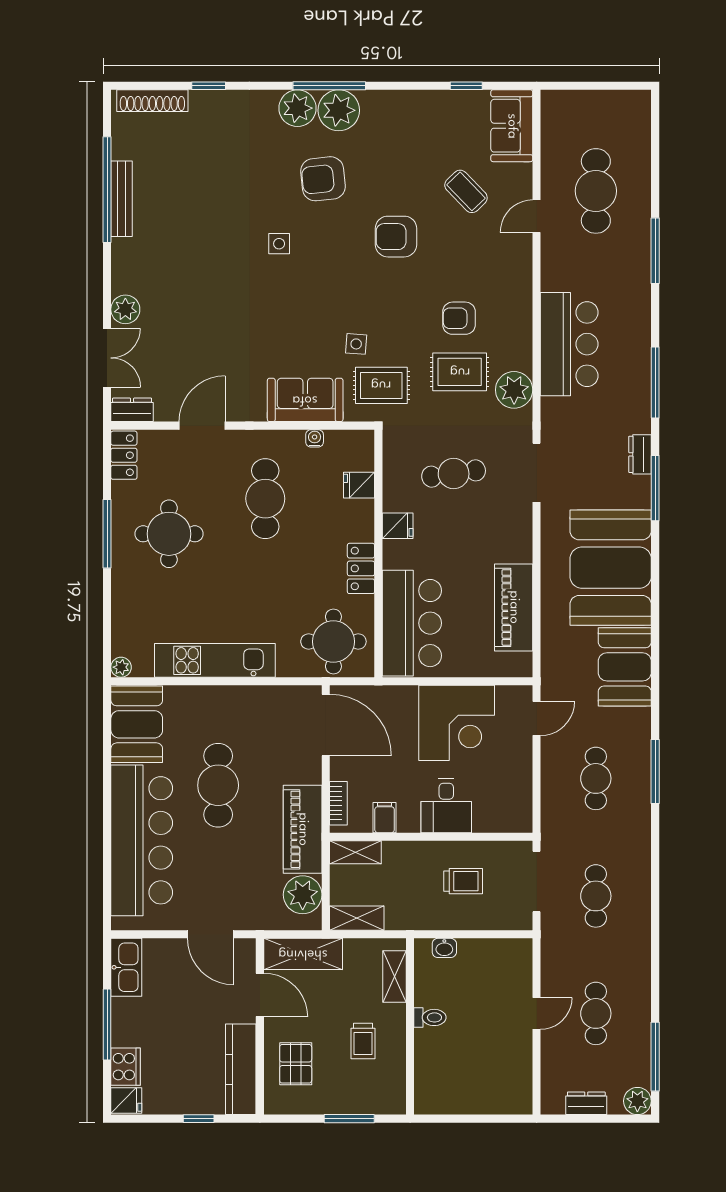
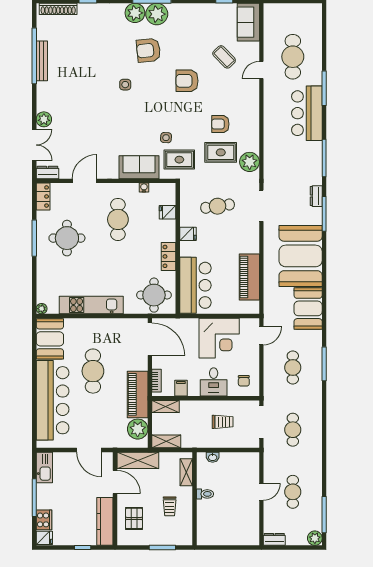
bar counter: (569, 344) -> (307, 113), moved, turned 180
chair: (503, 804) -> (244, 381), added
dresser: (586, 1103) -> (274, 539), moved

